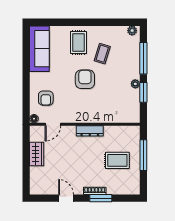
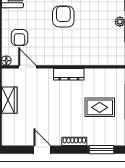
door: (53, 124) -> (27, 67), swing flipped
window: (101, 198) -> (102, 150), moved

